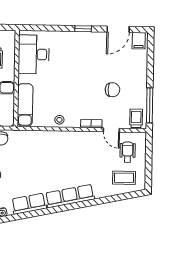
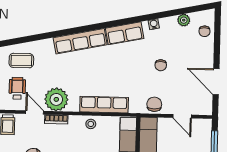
row of seats: (47, 138) -> (104, 105), added
plant: (91, 142) -> (56, 99), added
wheelchair: (128, 152) -> (17, 88), turned 180

